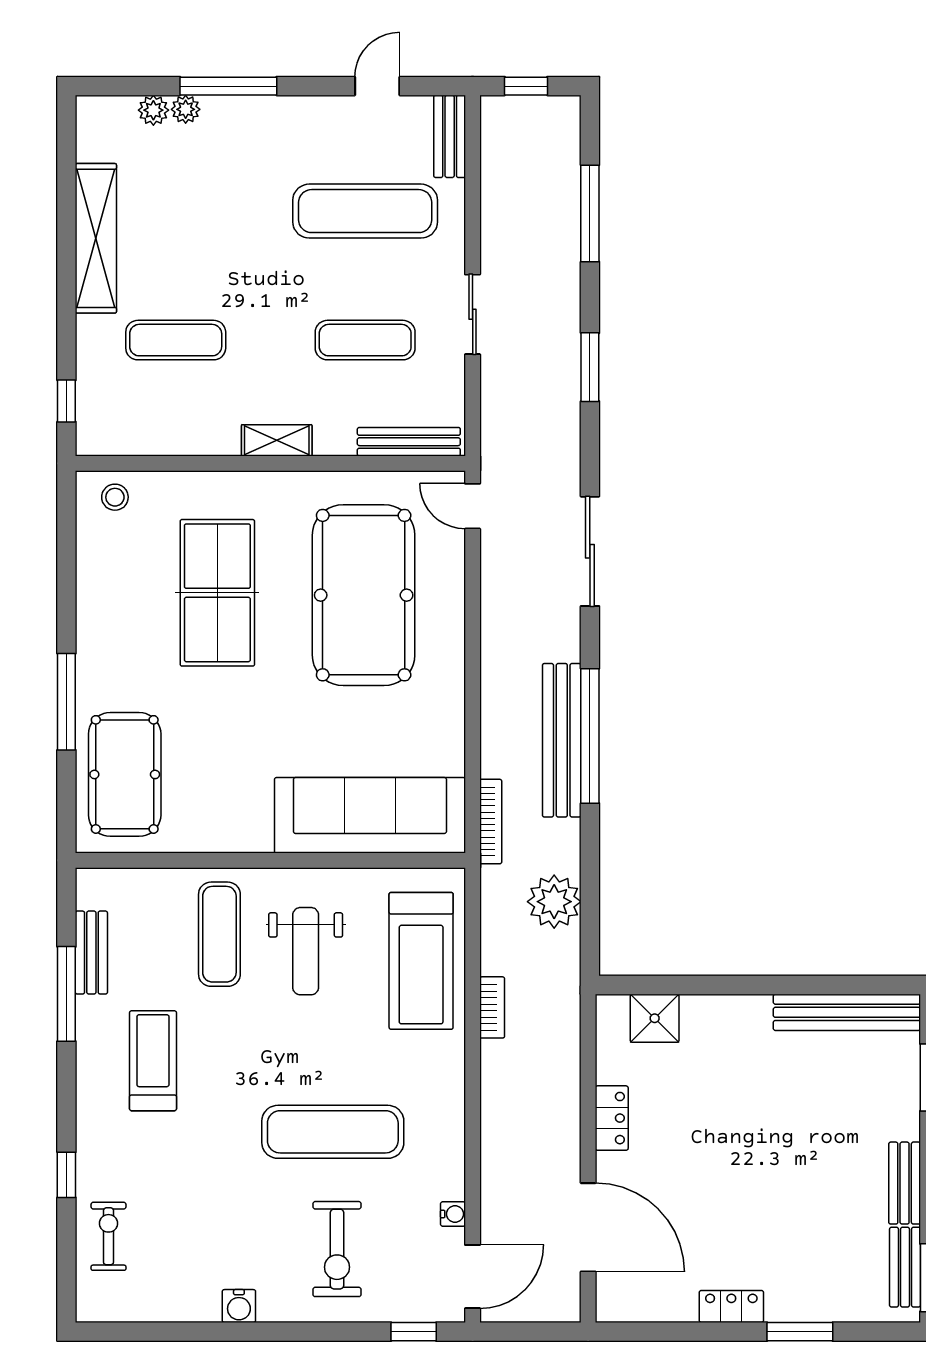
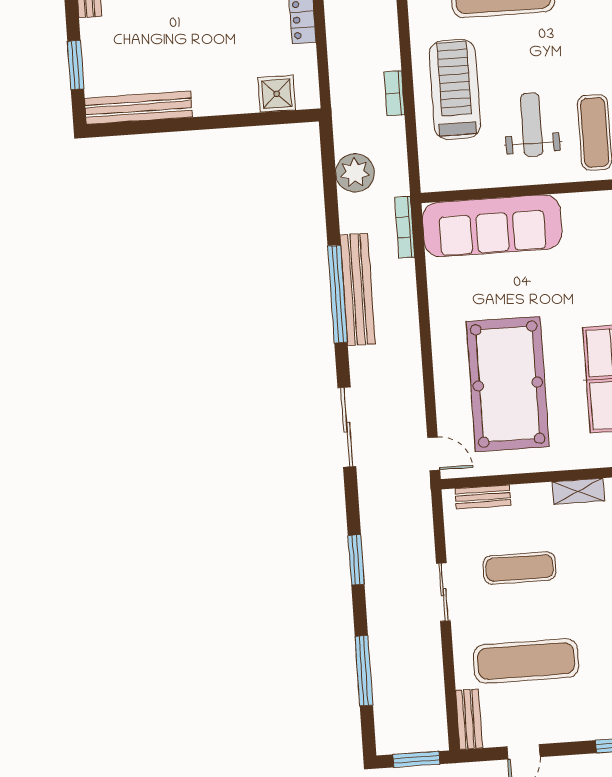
window: (526, 86) -> (416, 759), width x1.50
bench: (409, 442) -> (483, 497), width x0.73
treadmill: (421, 961) -> (455, 89), moved

